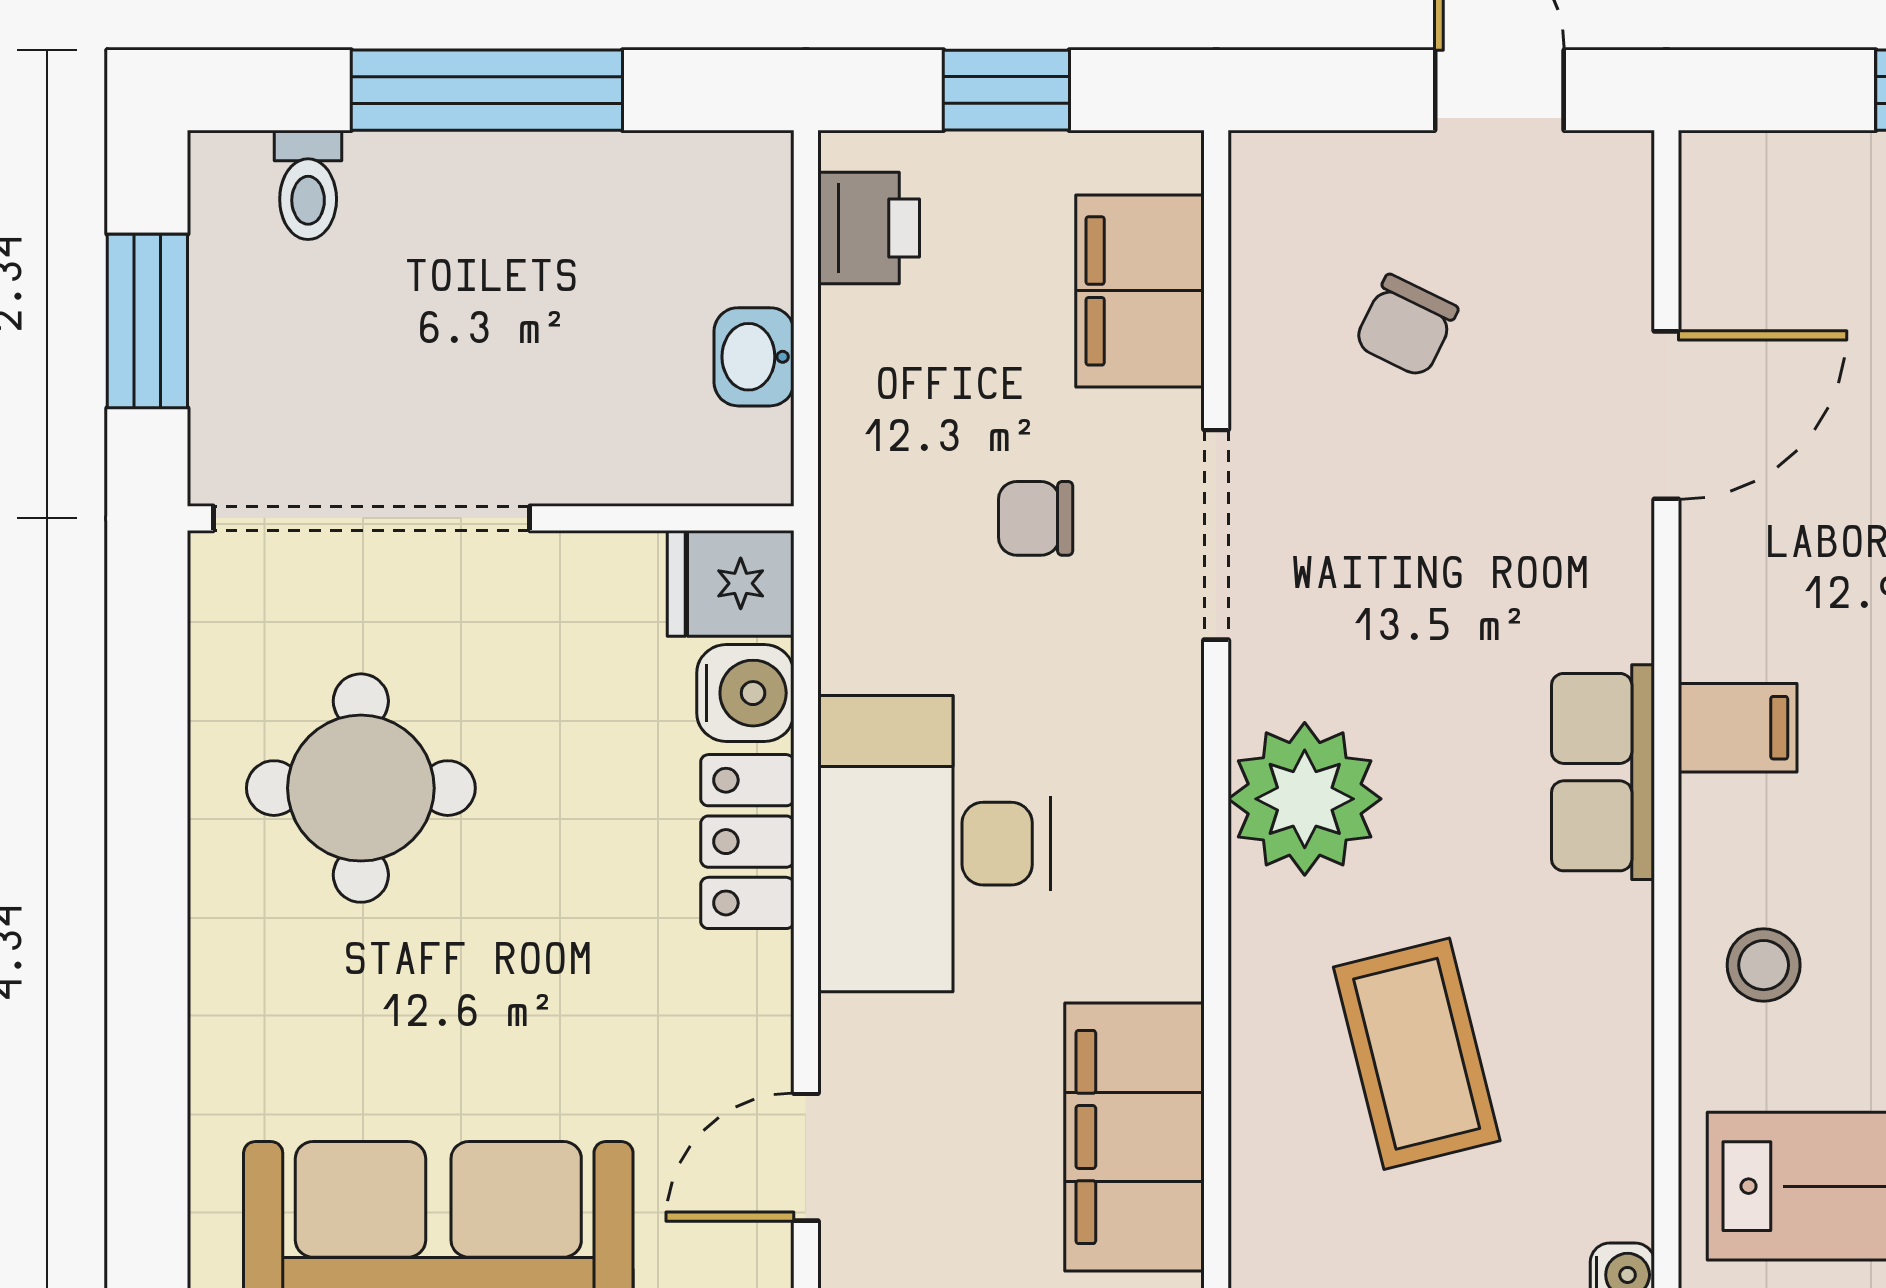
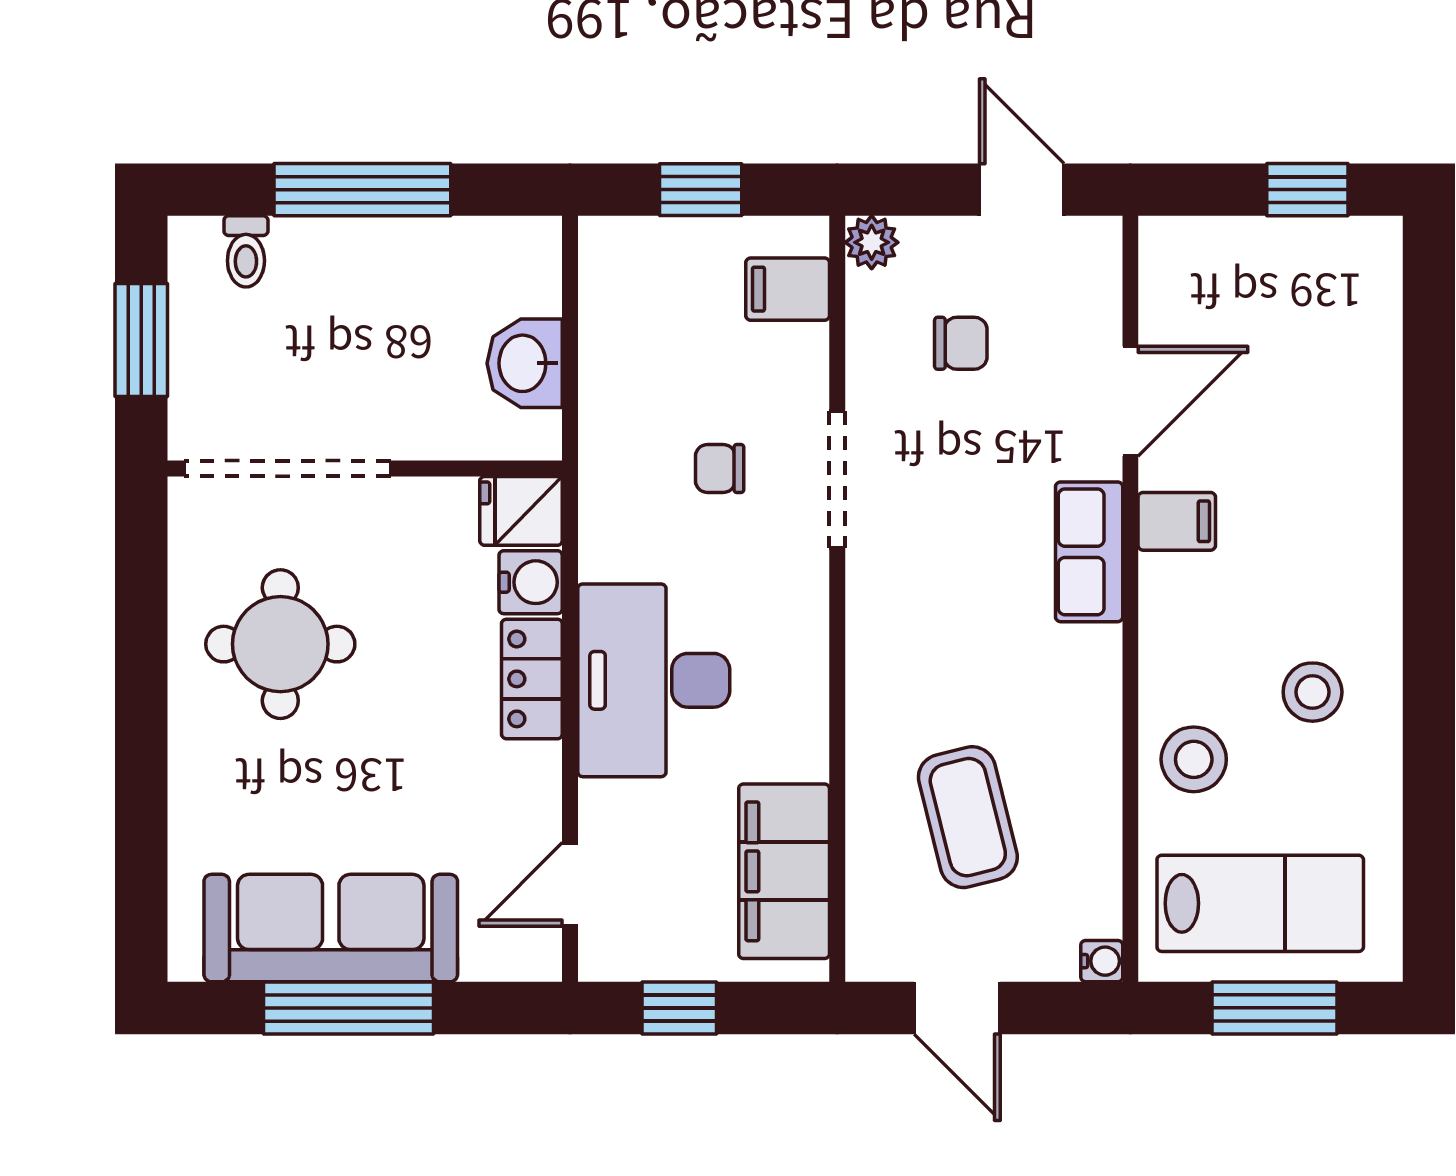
printer: (869, 228) -> (611, 279), removed
filing cabinet: (1140, 291) -> (788, 289), width x0.50
chair: (1406, 326) -> (961, 343), turned -116
washbasin: (754, 357) -> (525, 363), width x1.38, depth x1.45
filing cabinet: (1738, 728) -> (1177, 521), moved
row of seats: (1603, 772) -> (1089, 552), moved
plant: (1305, 799) -> (872, 242), moved, width x0.53, depth x0.53
stool: (1764, 965) -> (1194, 759), width x1.37, depth x1.37

